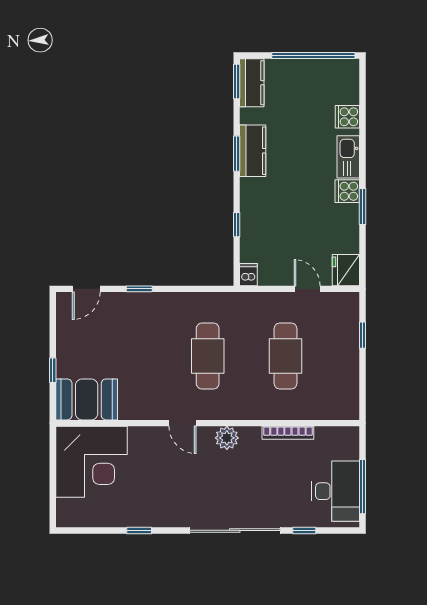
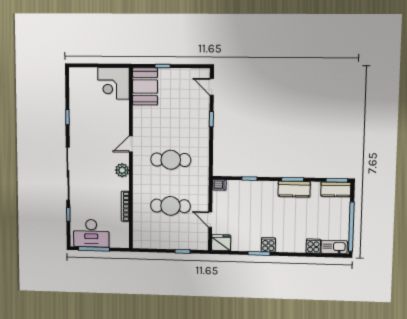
kitchen sink: (348, 157) -> (334, 247), moved
door: (307, 289) -> (210, 220), swing flipped
corner desk: (92, 462) -> (113, 83), width x0.74, depth x0.74

